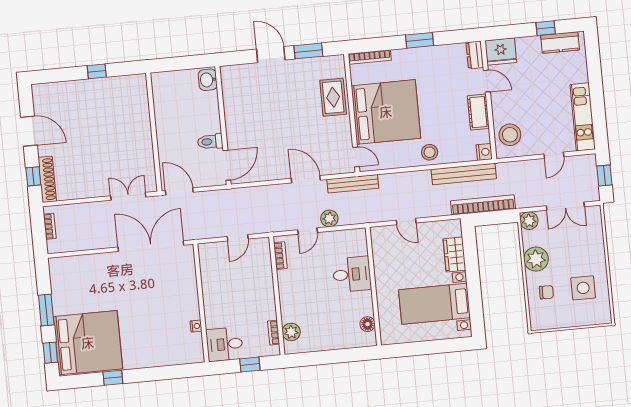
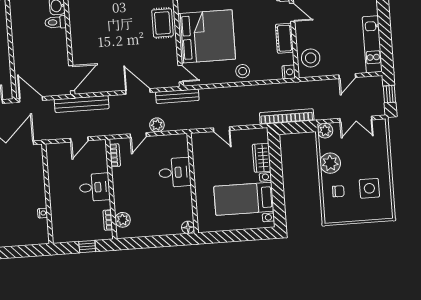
toilet: (210, 142) -> (55, 22), moved
bench: (464, 174) -> (82, 104), moved
floor lamp: (368, 324) -> (188, 227), moved
desk: (225, 344) -> (95, 187), moved, turned 180

